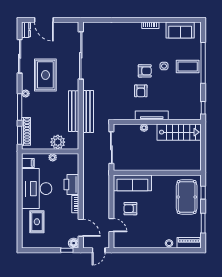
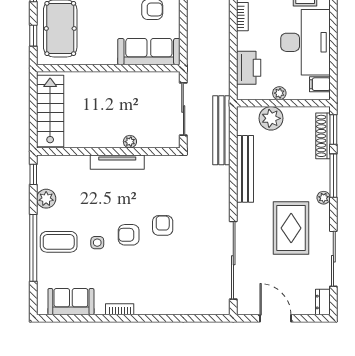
door: (44, 20) -> (275, 318), moved
armchair: (141, 91) -> (163, 225), moved
plant: (195, 93) -> (46, 199), added
bench: (88, 111) -> (221, 130), moved
stairs: (179, 132) -> (50, 111), moved, turned 90
printer: (71, 185) -> (249, 68), moved

